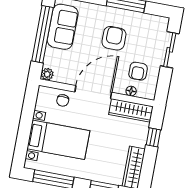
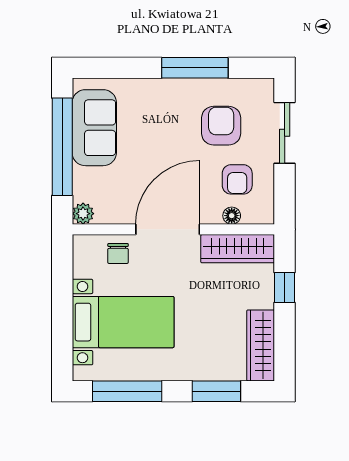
armchair: (114, 38) -> (221, 126), moved

